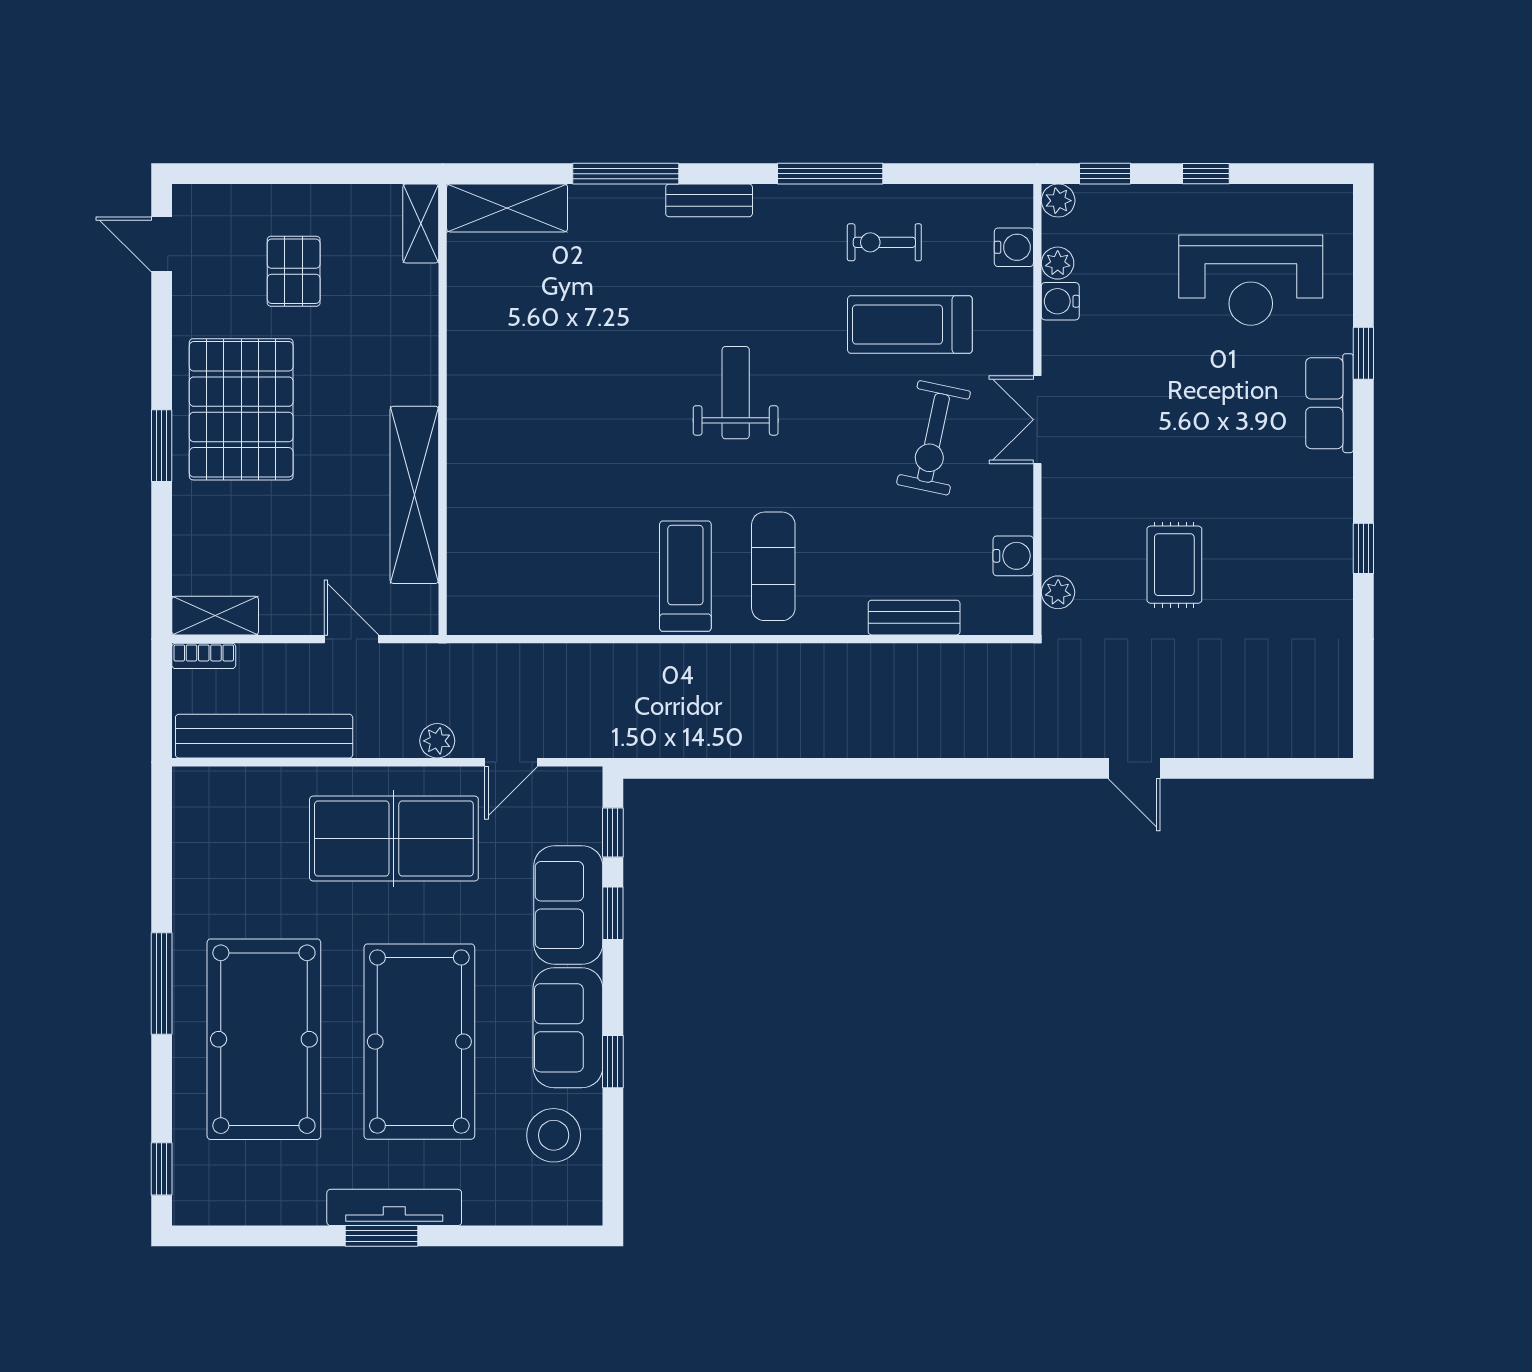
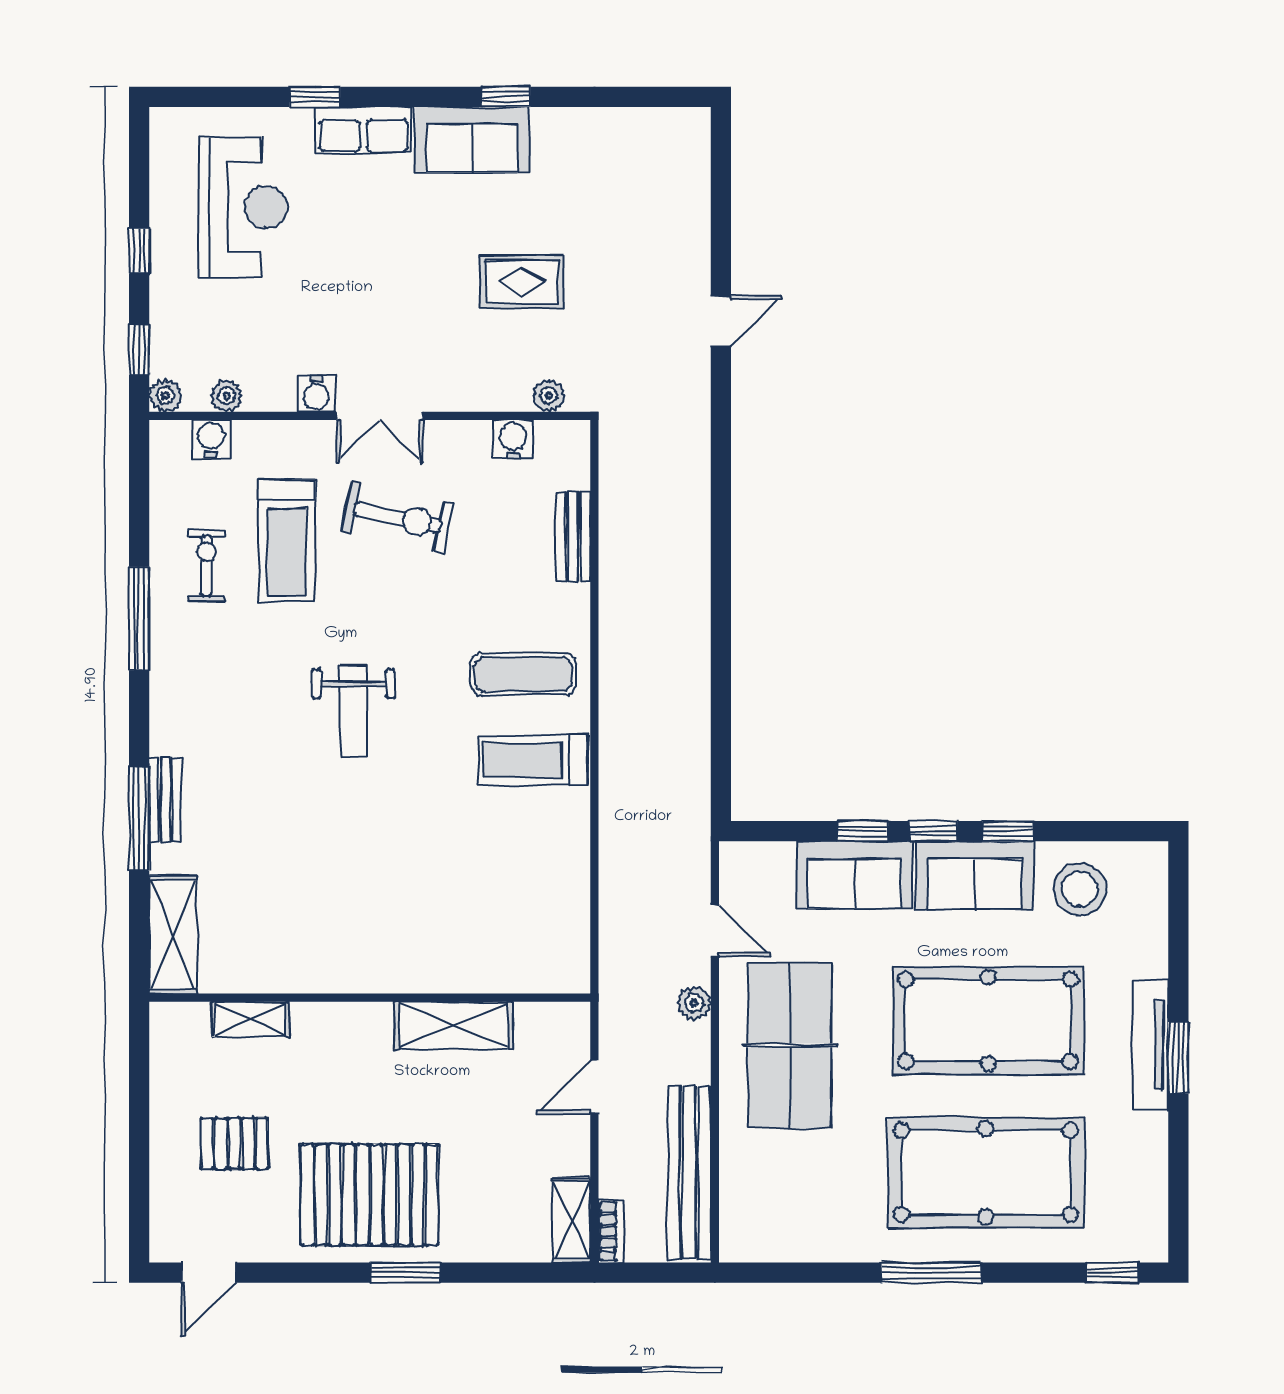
bench: (709, 200) -> (165, 800), moved
shelving: (421, 223) -> (251, 1019), moved
exercise bike: (884, 242) -> (206, 566), turned 180
water cooler: (1060, 301) -> (317, 393), moved
weight bench: (736, 393) -> (353, 711), turned -90
shelving: (414, 495) -> (453, 1025), width x0.68
sofa: (1320, 514) -> (472, 140), added
window: (613, 832) -> (933, 831), moved

